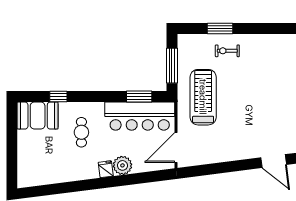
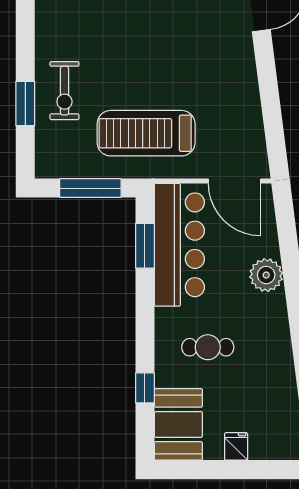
exercise bike: (227, 51) -> (64, 91), width x1.38, depth x1.39
fridge: (106, 169) -> (236, 446), moved, turned 97

